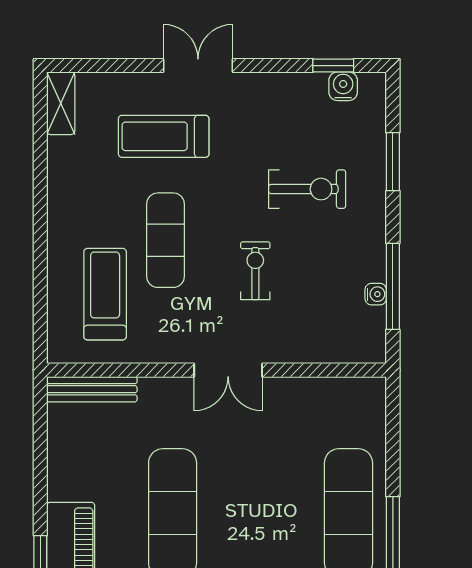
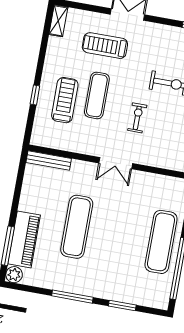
window: (40, 262) -> (35, 95), added
treadmill: (105, 294) -> (65, 100), moved

